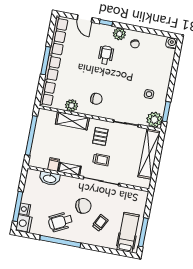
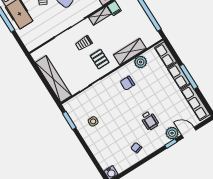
plant: (119, 34) -> (172, 133), moved
plant: (154, 120) -> (72, 107), removed

